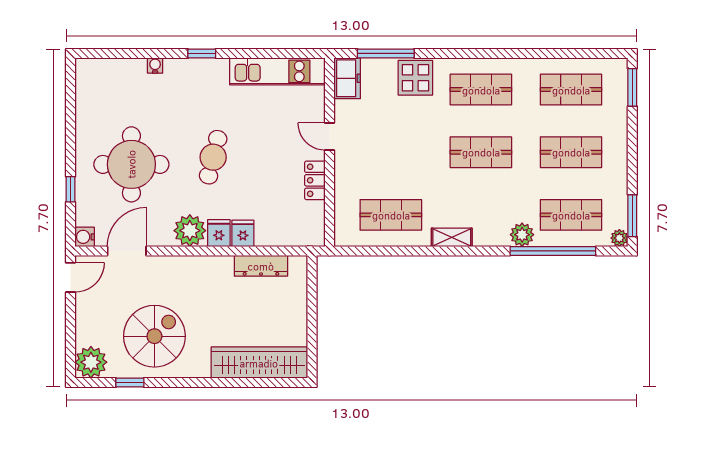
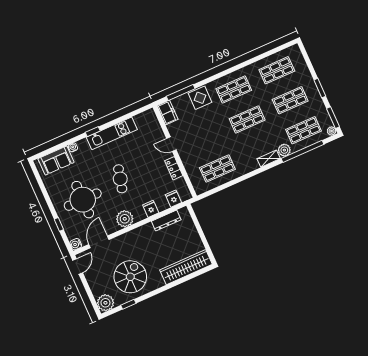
kitchen unit: (277, 71) -> (112, 133), moved
sofa: (115, 75) -> (56, 161), added
window: (632, 87) -> (320, 88), moved
fridge: (219, 233) -> (173, 199), moved
shelving: (452, 237) -> (269, 159), moved

